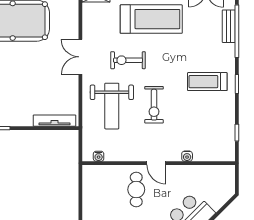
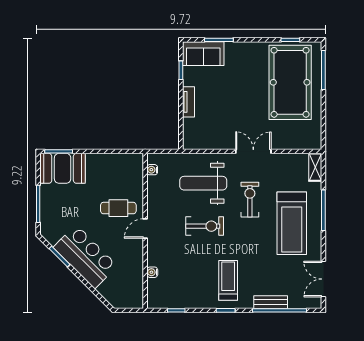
bench: (229, 26) -> (271, 302), moved
exercise bike: (154, 105) -> (205, 226), turned 180
tv unit: (55, 121) -> (188, 102), moved, width x0.71
water cooler: (187, 156) -> (152, 272), moved

